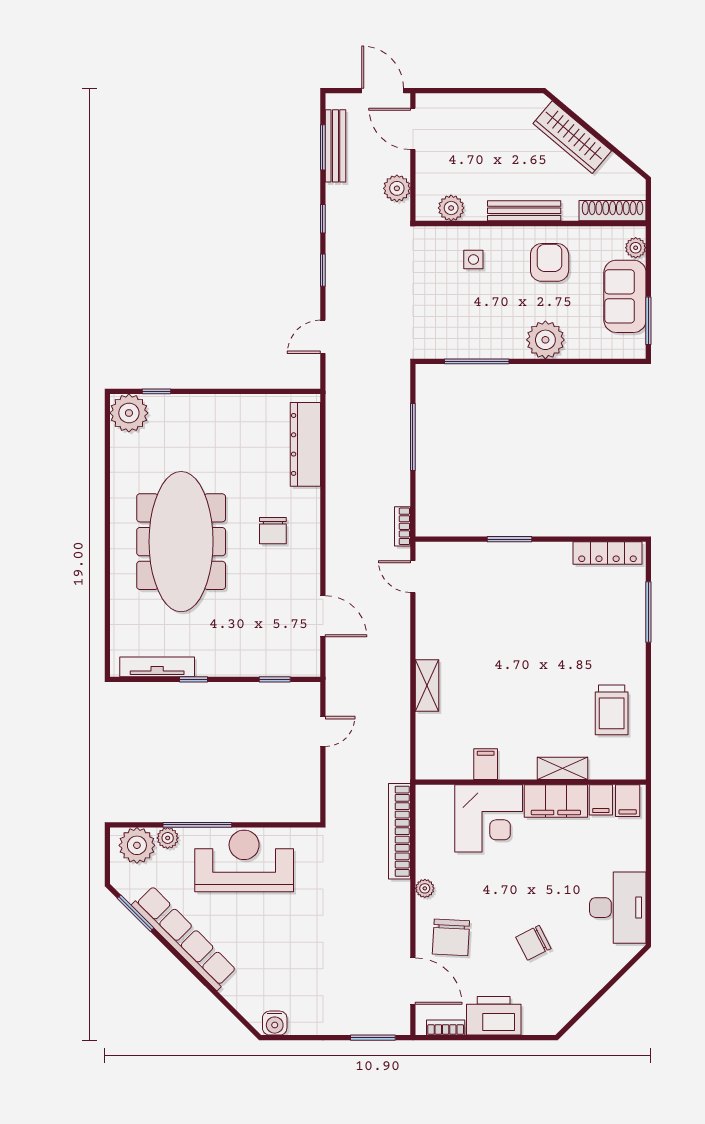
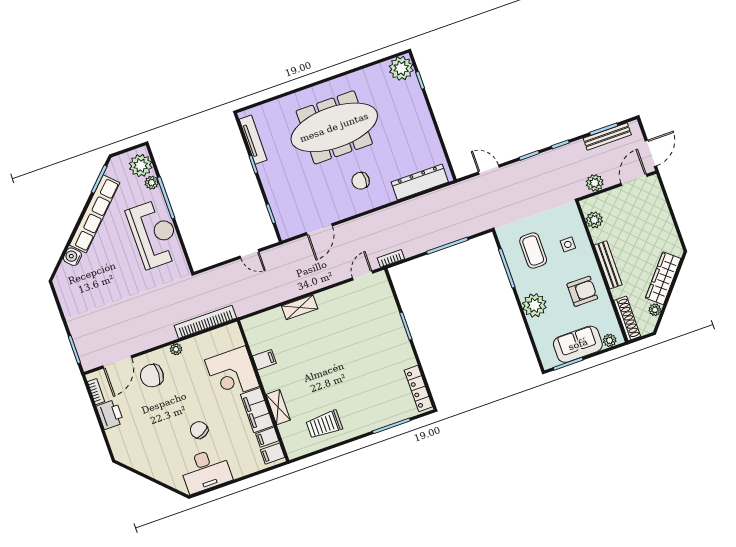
plant: (614, 166) -> (655, 310), added
coffee table: (464, 313) -> (533, 251), added
chair: (533, 943) -> (199, 430), moved
printer: (494, 1016) -> (110, 415), width x0.73, depth x0.84
water cooler: (275, 1023) -> (72, 257), moved, turned 45

